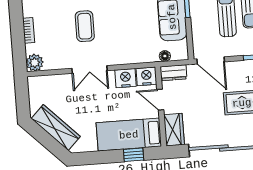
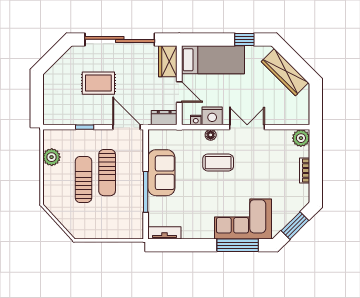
coffee table: (85, 26) -> (218, 163), moved, turned 90
floor lamp: (165, 56) -> (211, 135), moved
nightstand: (146, 76) -> (196, 120), width x0.53, depth x0.56
window: (134, 155) -> (244, 39), moved

